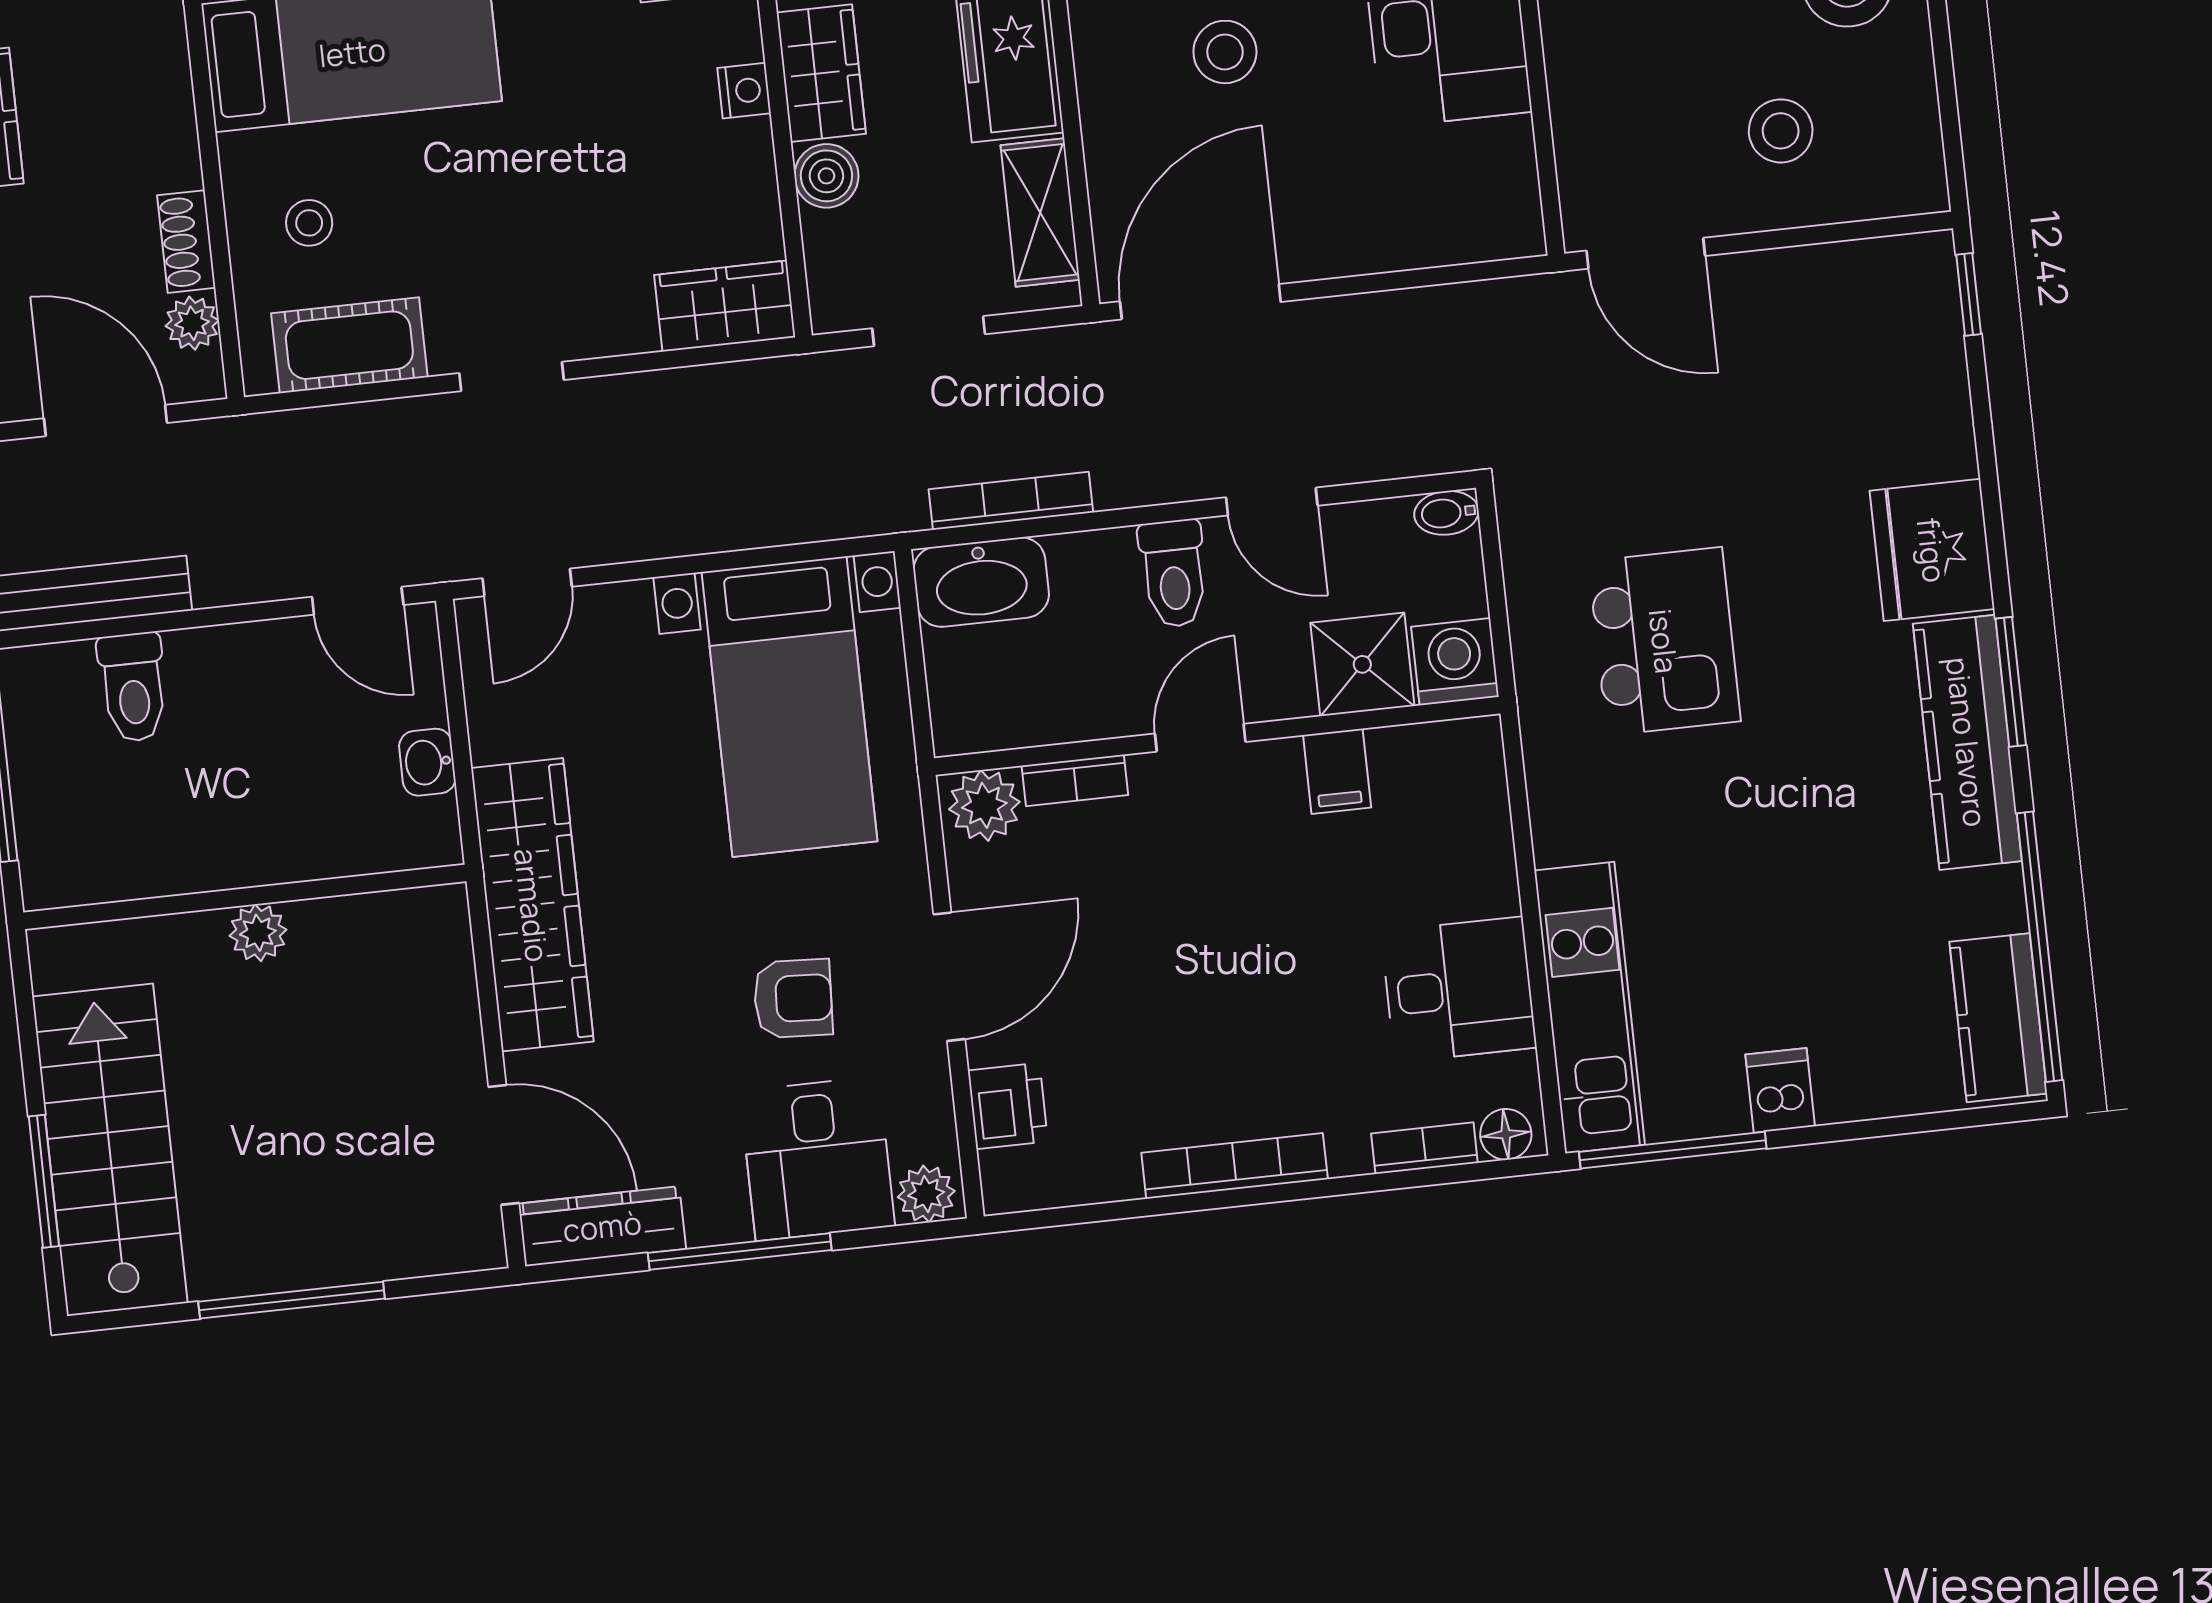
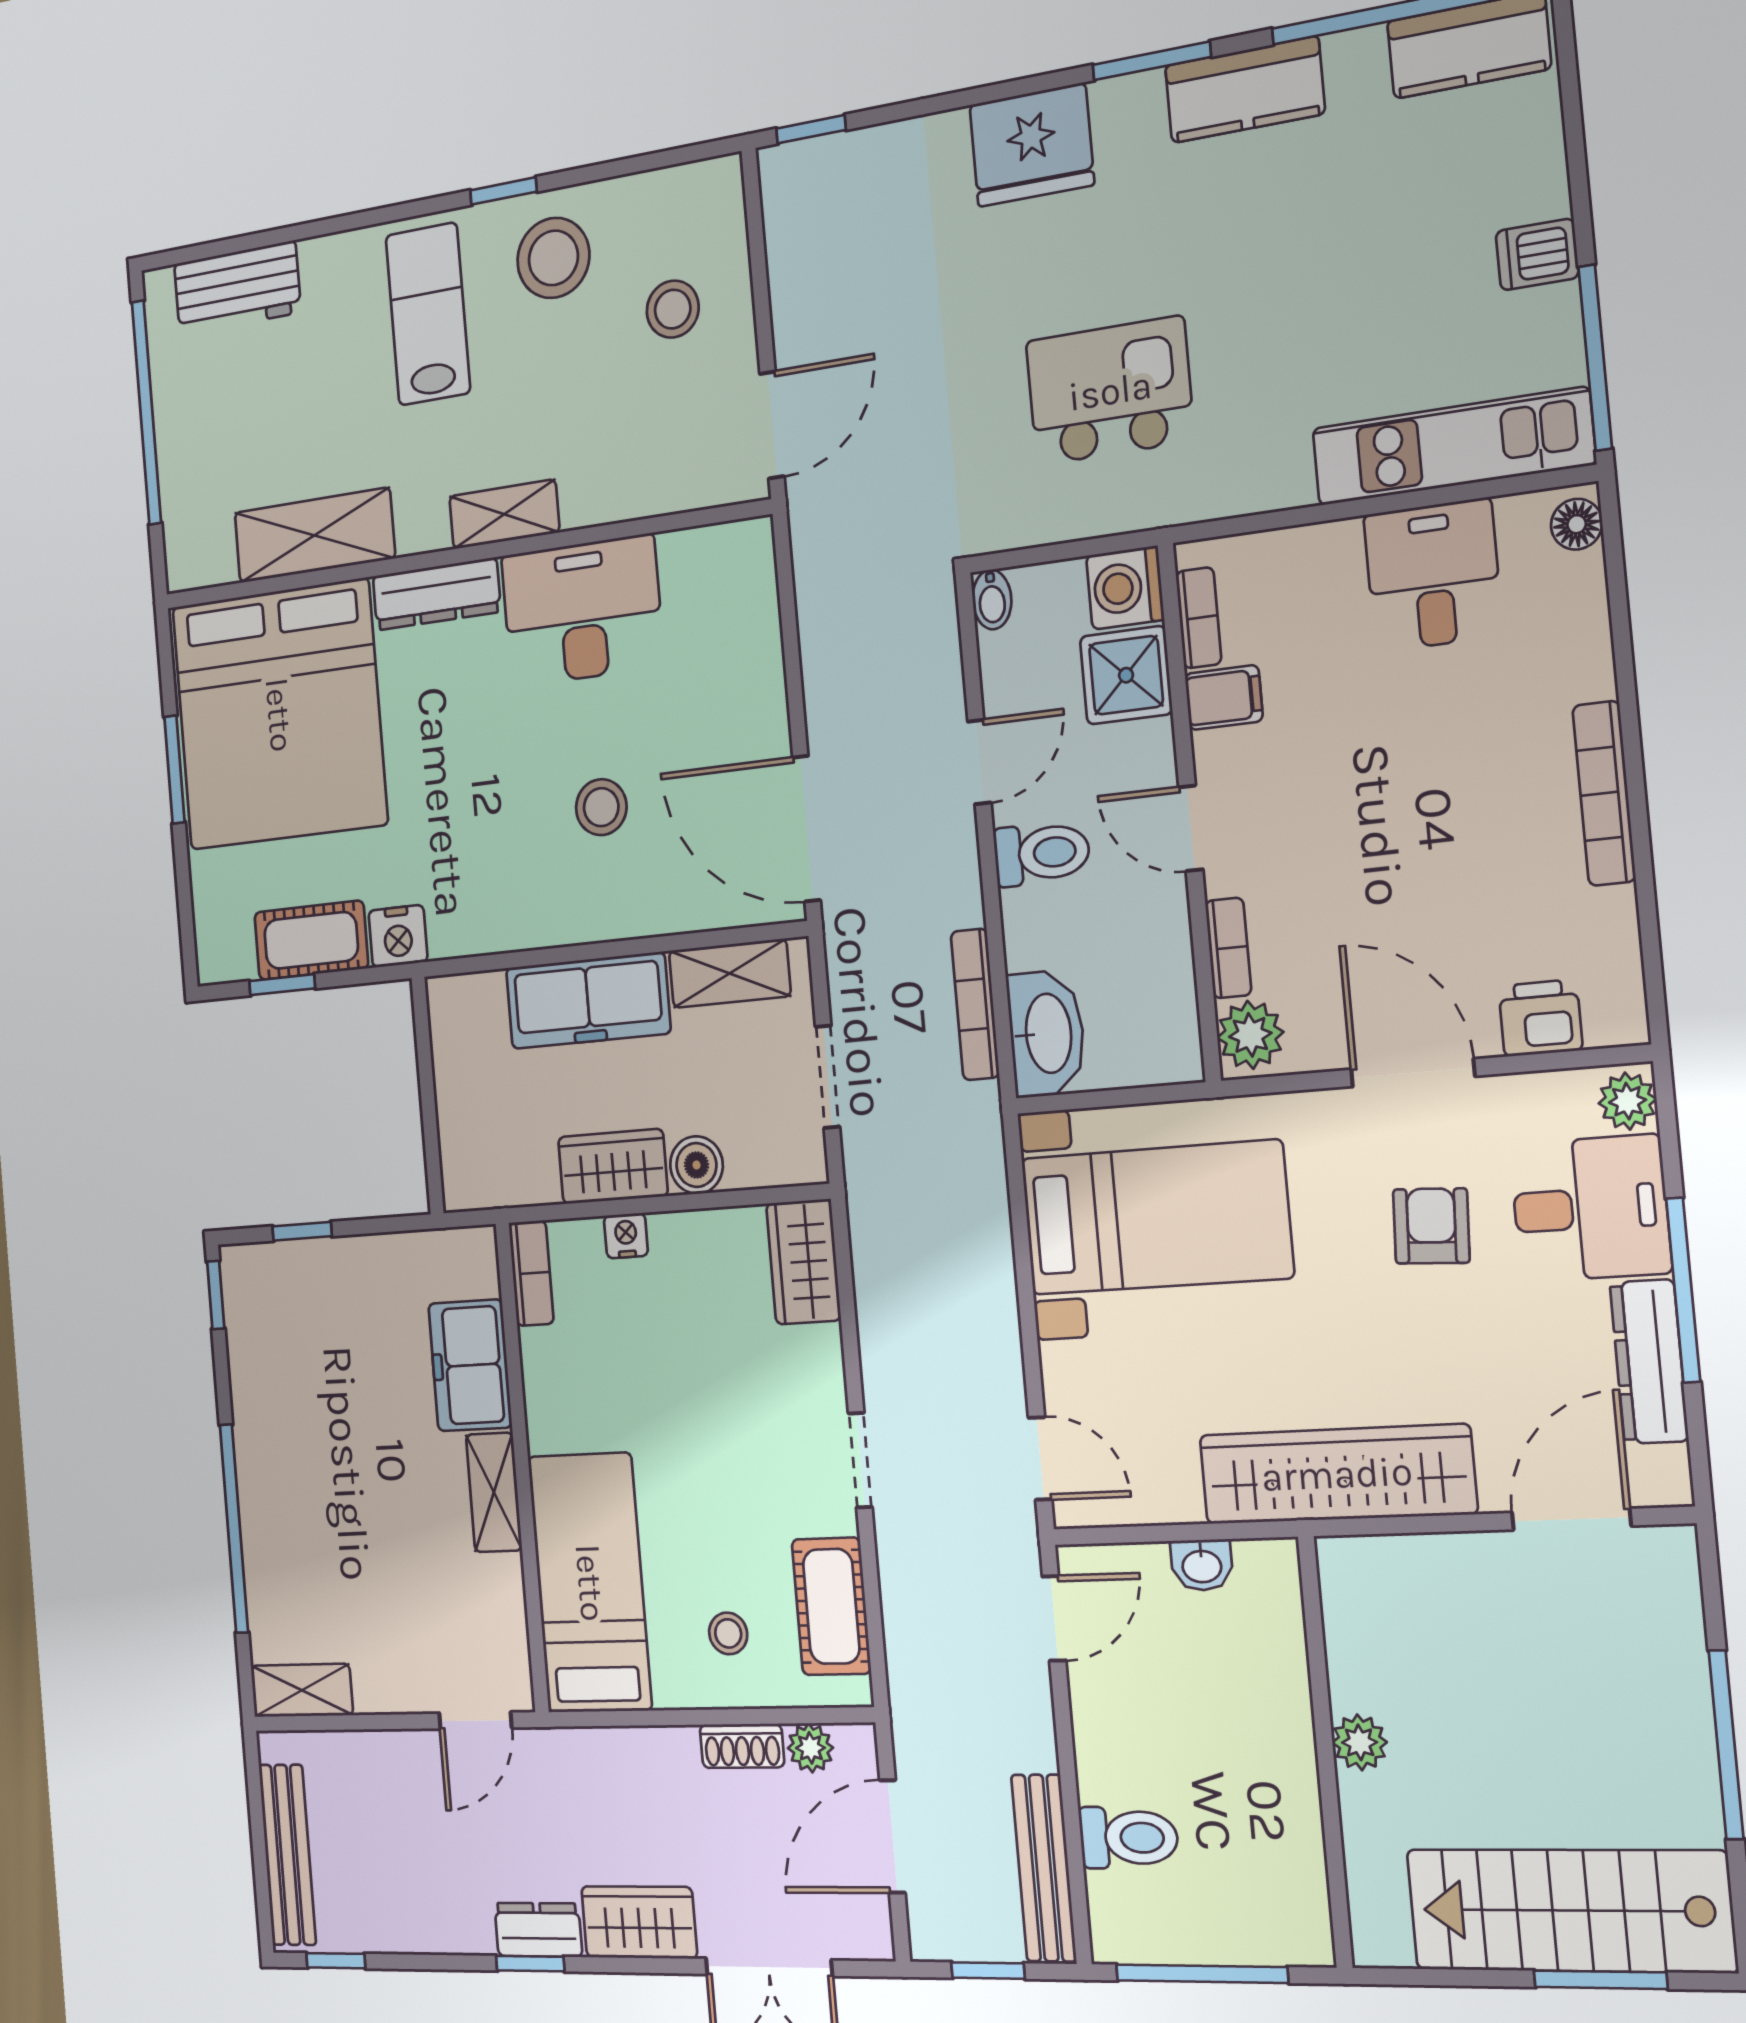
kitchen counter: (1967, 742) -> (1245, 90), width x0.67
bookcase: (1424, 1148) -> (1199, 618), moved, turned 180
dresser: (602, 1226) -> (1649, 1362), moved

